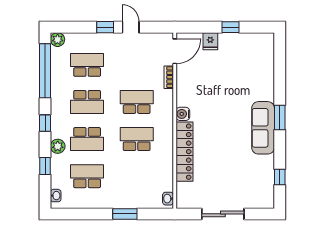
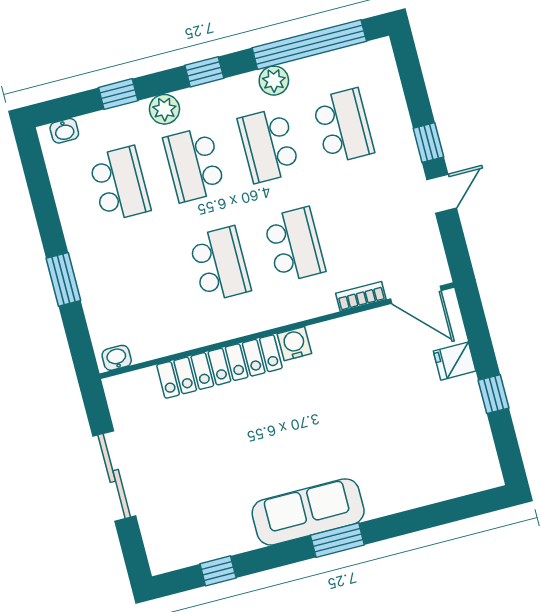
plant: (58, 40) -> (274, 81), moved

